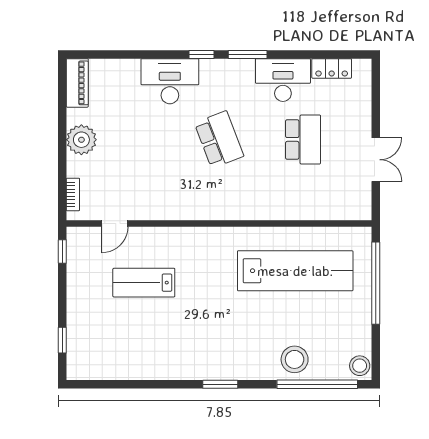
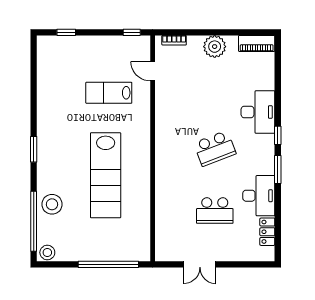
lab bench: (295, 271) -> (106, 175), moved
lab bench: (144, 283) -> (109, 93), turned -90

